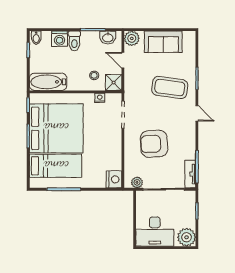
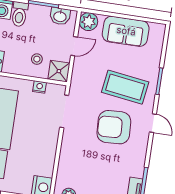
door: (123, 60) -> (74, 46), swing flipped
armchair: (154, 144) -> (114, 127), moved

